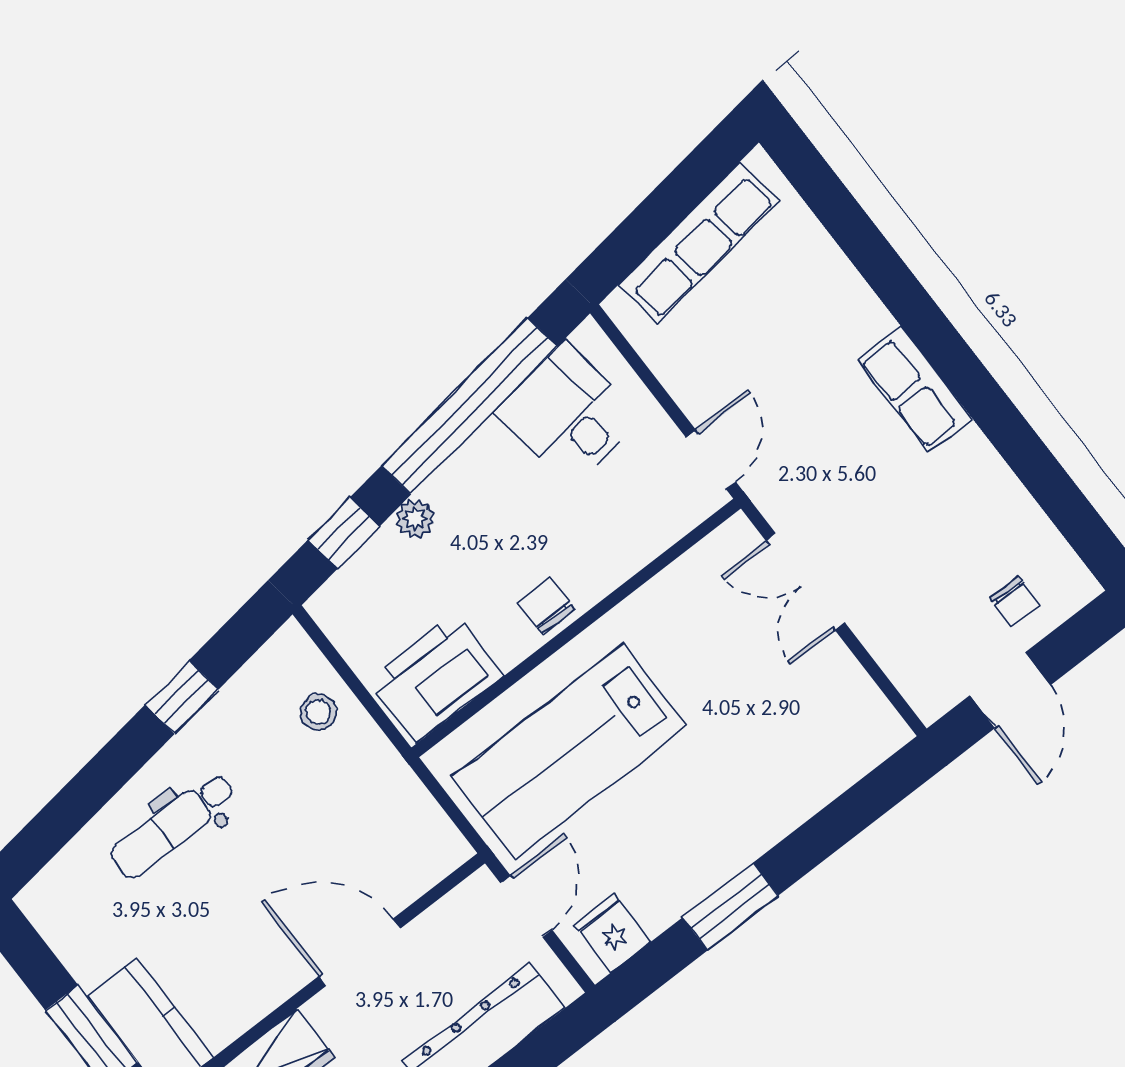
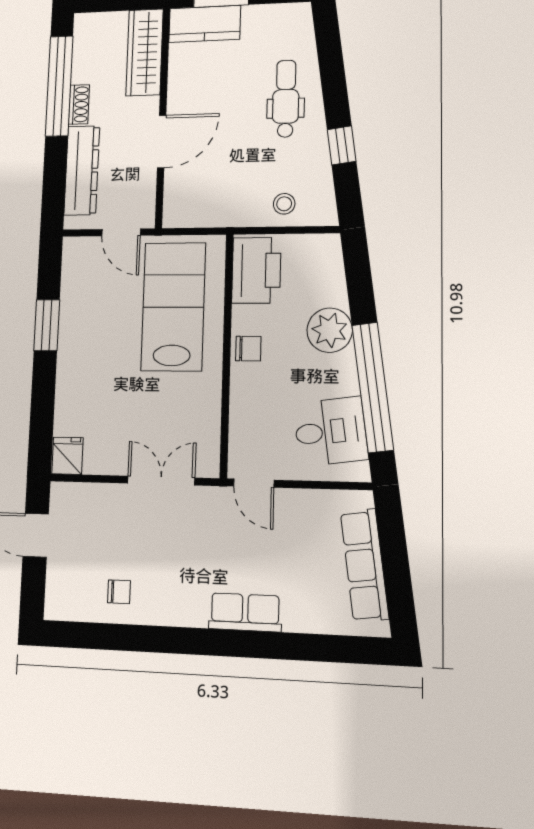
row of seats: (914, 389) -> (245, 612), moved
plant: (415, 519) -> (330, 330), width x1.87, depth x1.87
window: (344, 533) -> (359, 279), removed
chair: (1015, 601) -> (119, 592), moved, turned 180
fridge: (612, 933) -> (67, 456), moved, turned -90

